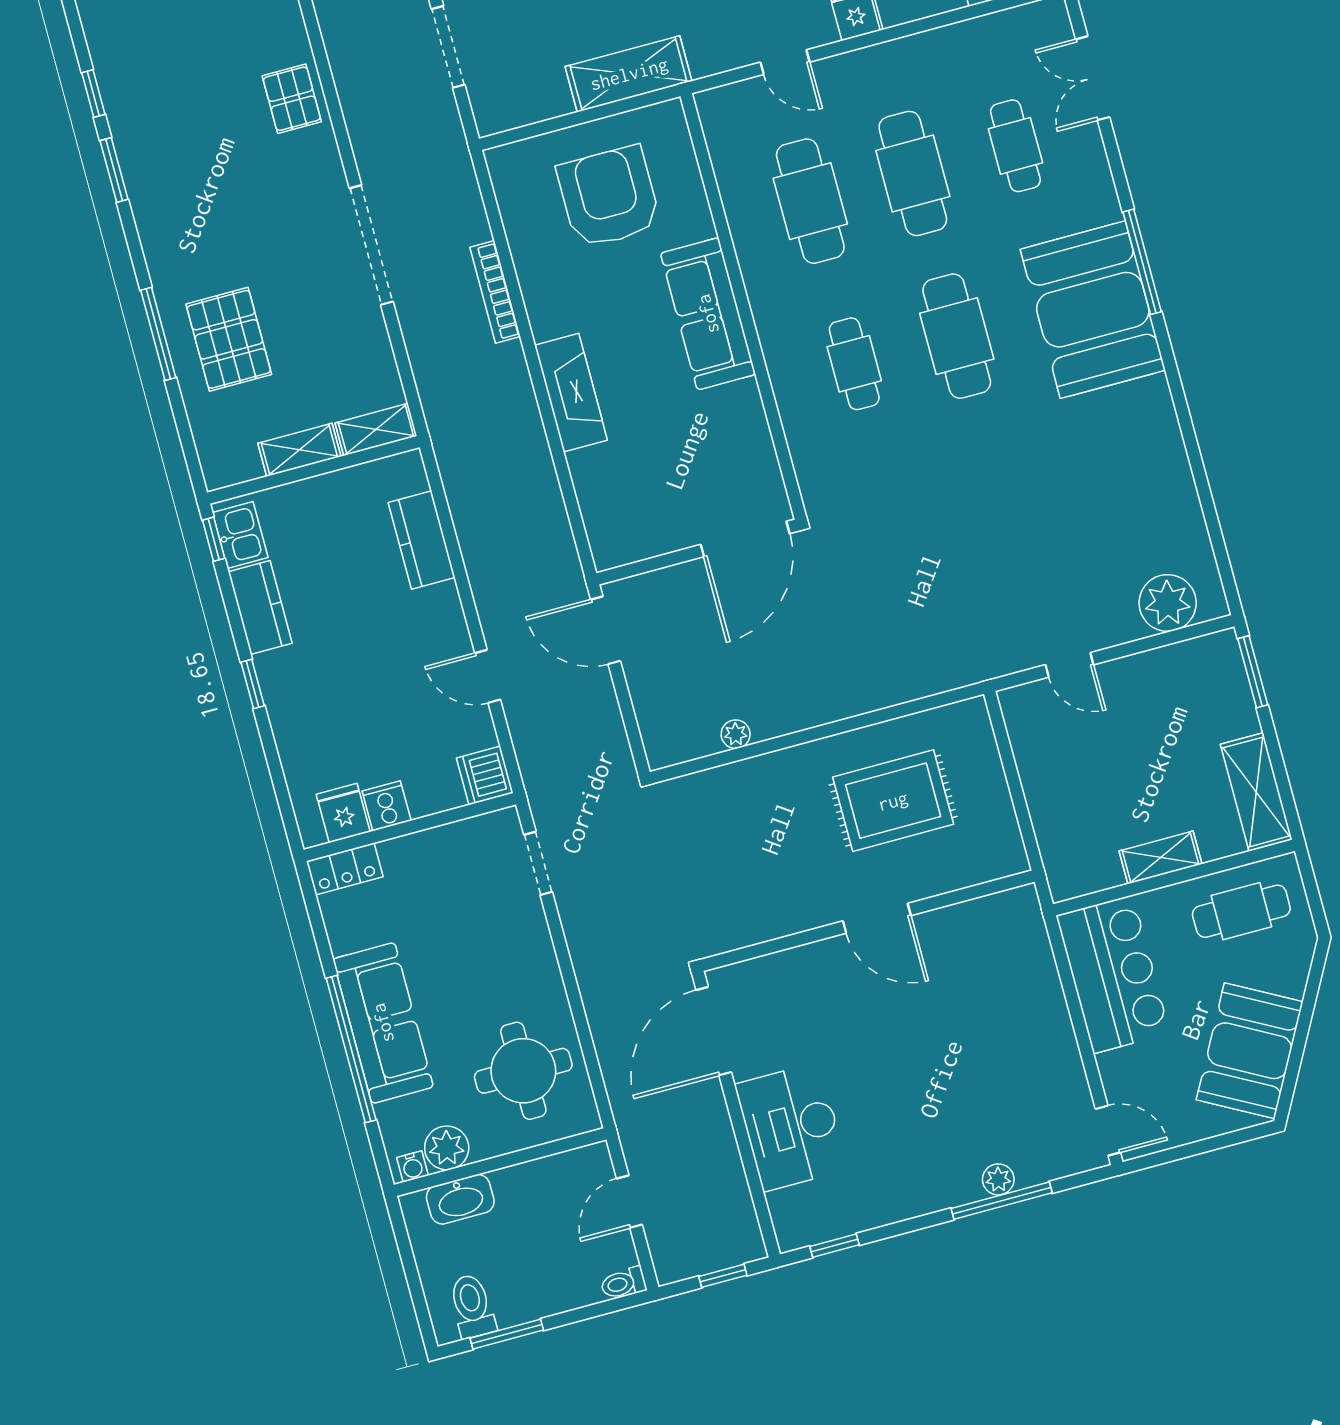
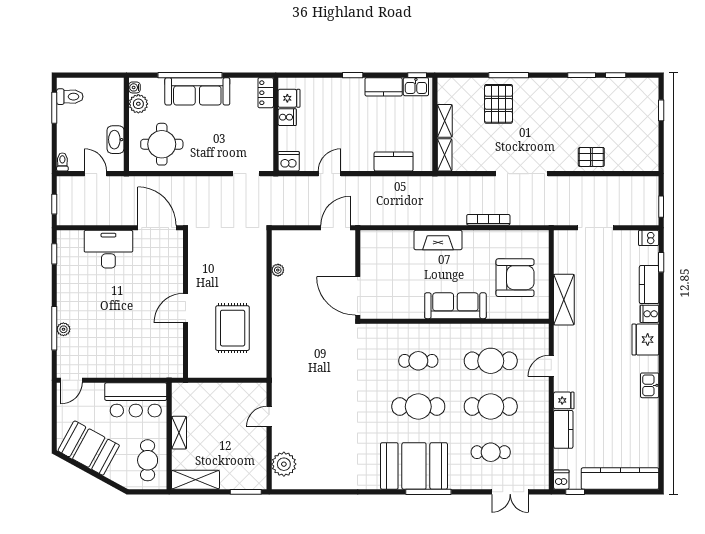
double door: (1093, 78) -> (510, 492), swing flipped
pallet: (229, 339) -> (498, 104), turned 90
washbasin: (460, 1199) -> (115, 140), moved

